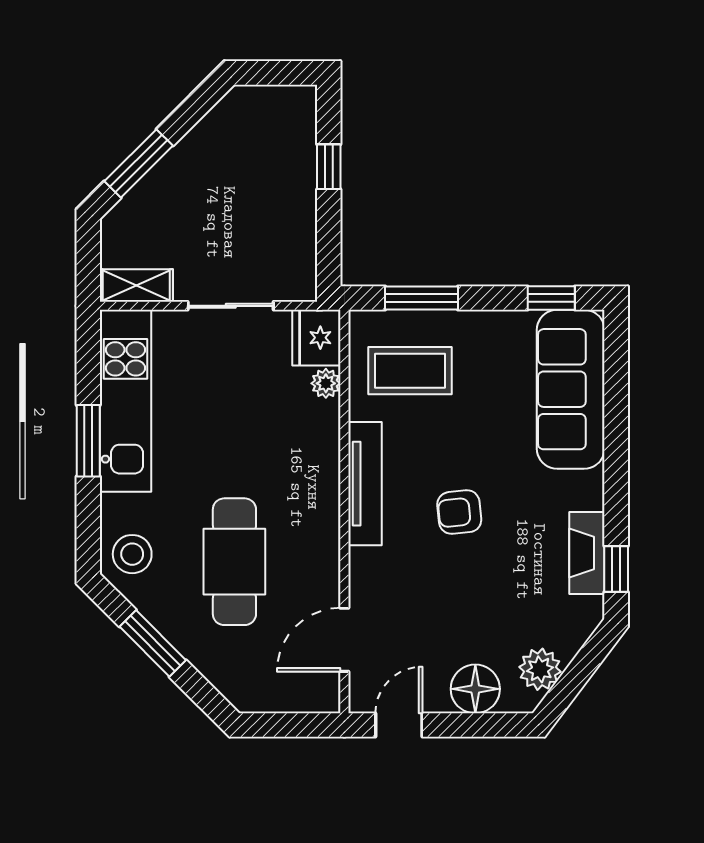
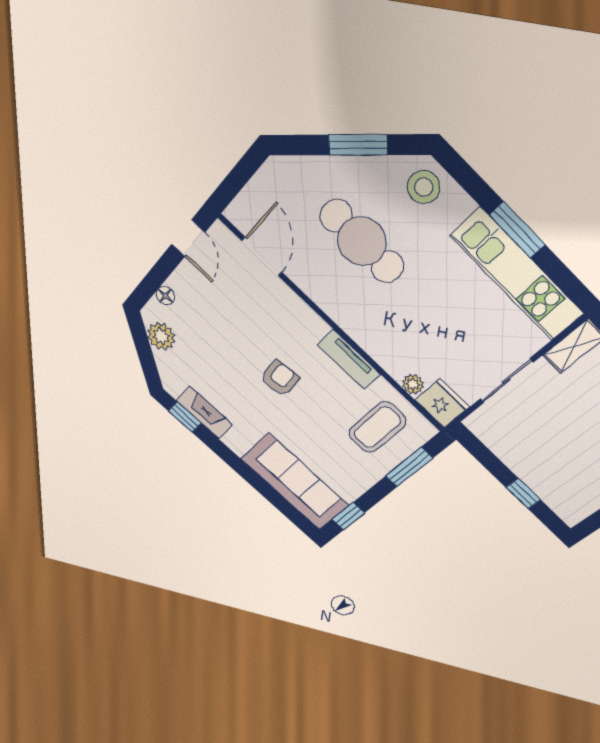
tv unit: (365, 484) -> (349, 360), width x0.71
floor lamp: (475, 689) -> (165, 296), width x0.53, depth x0.53

